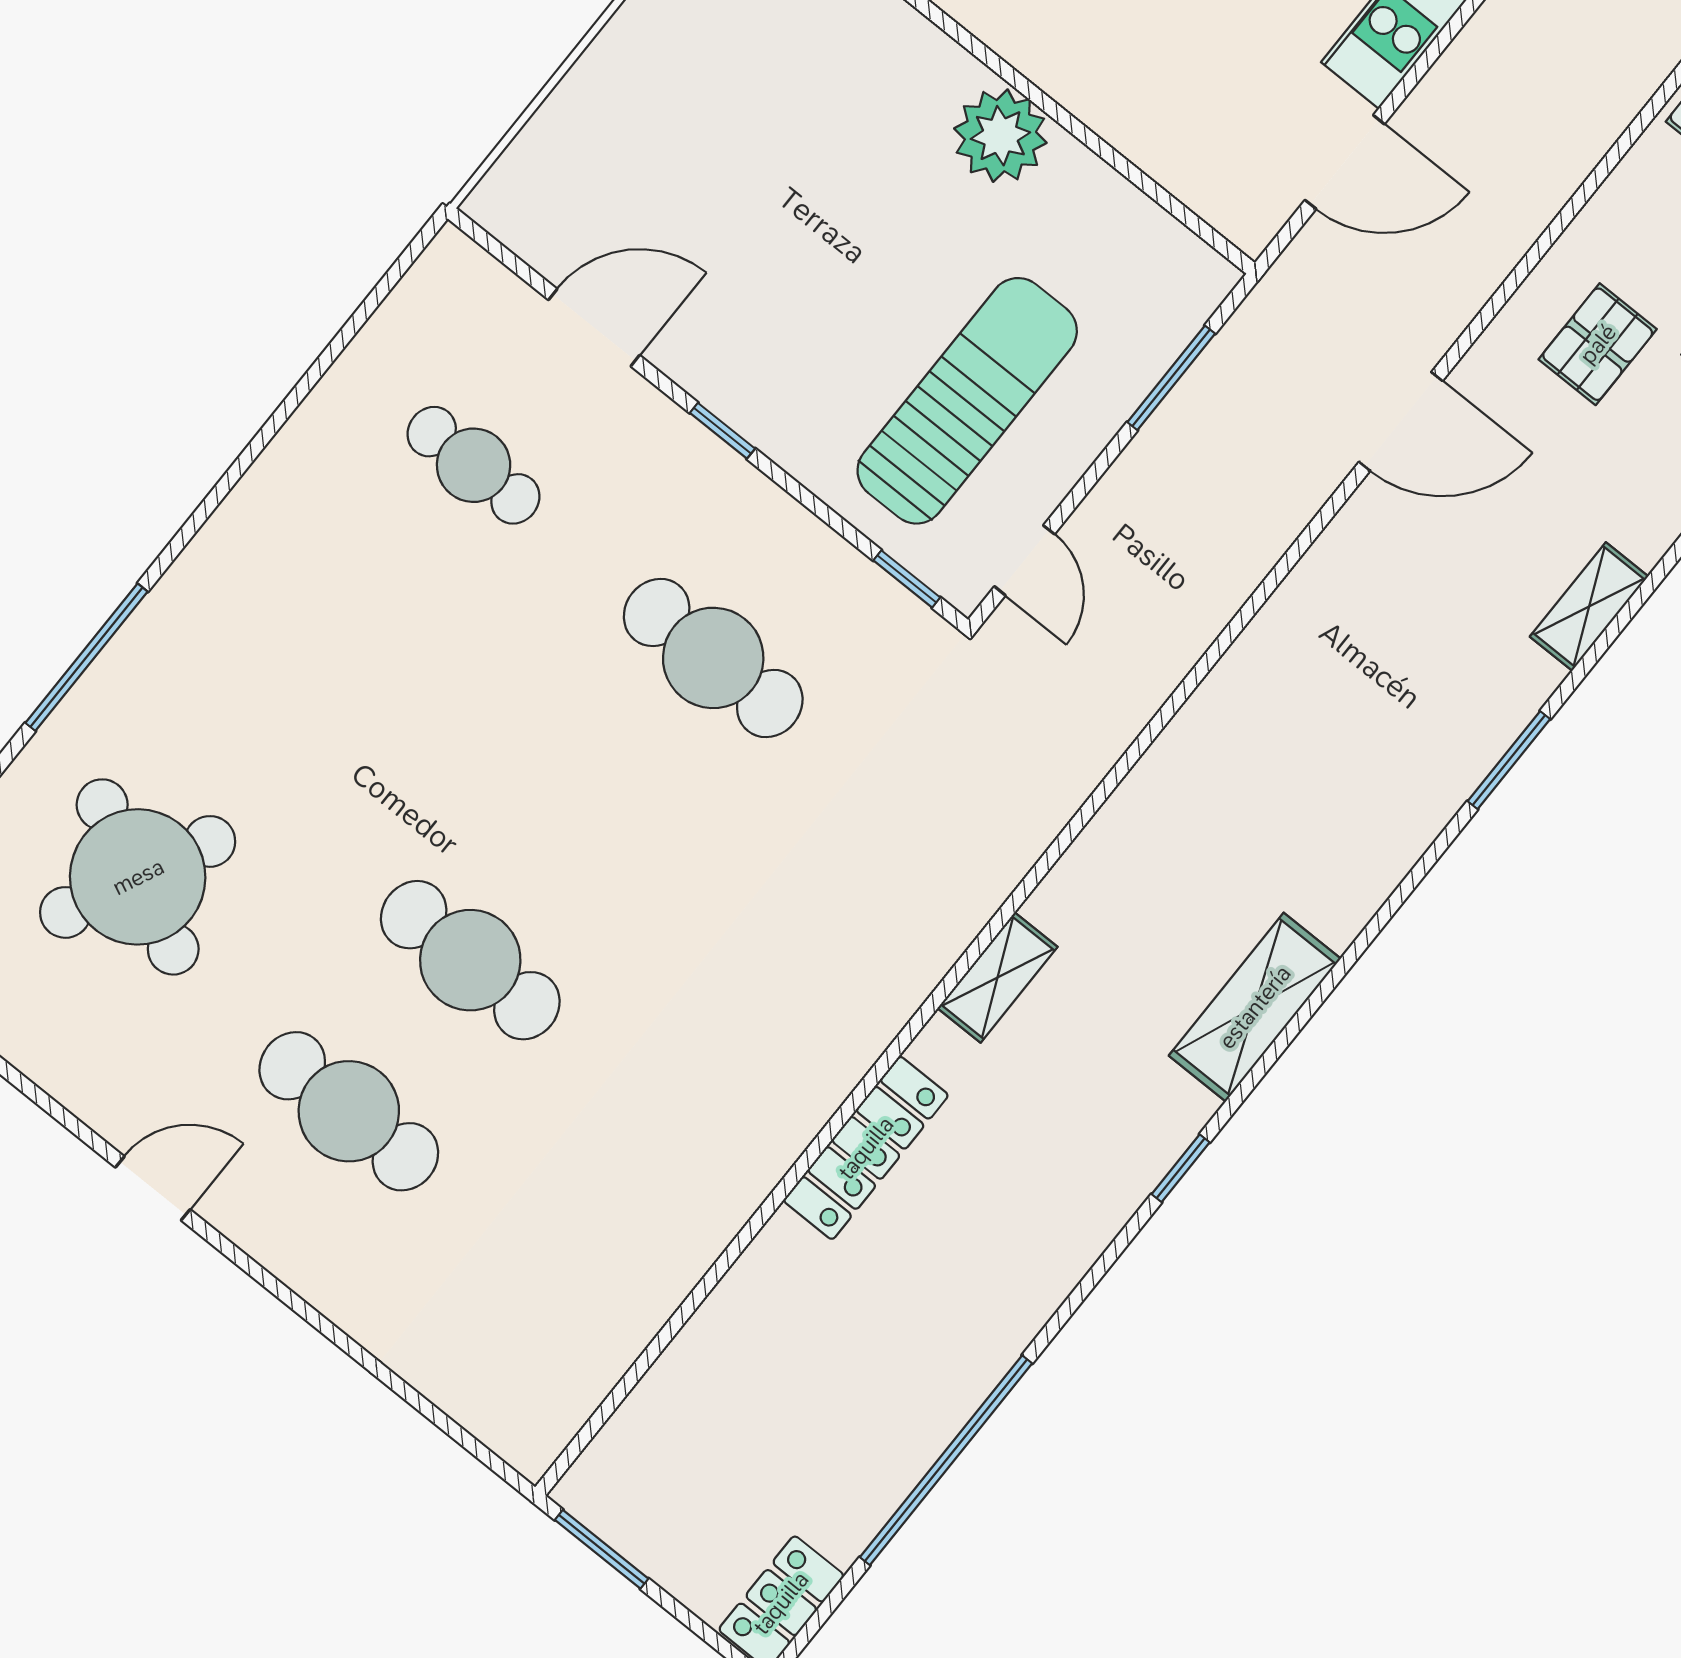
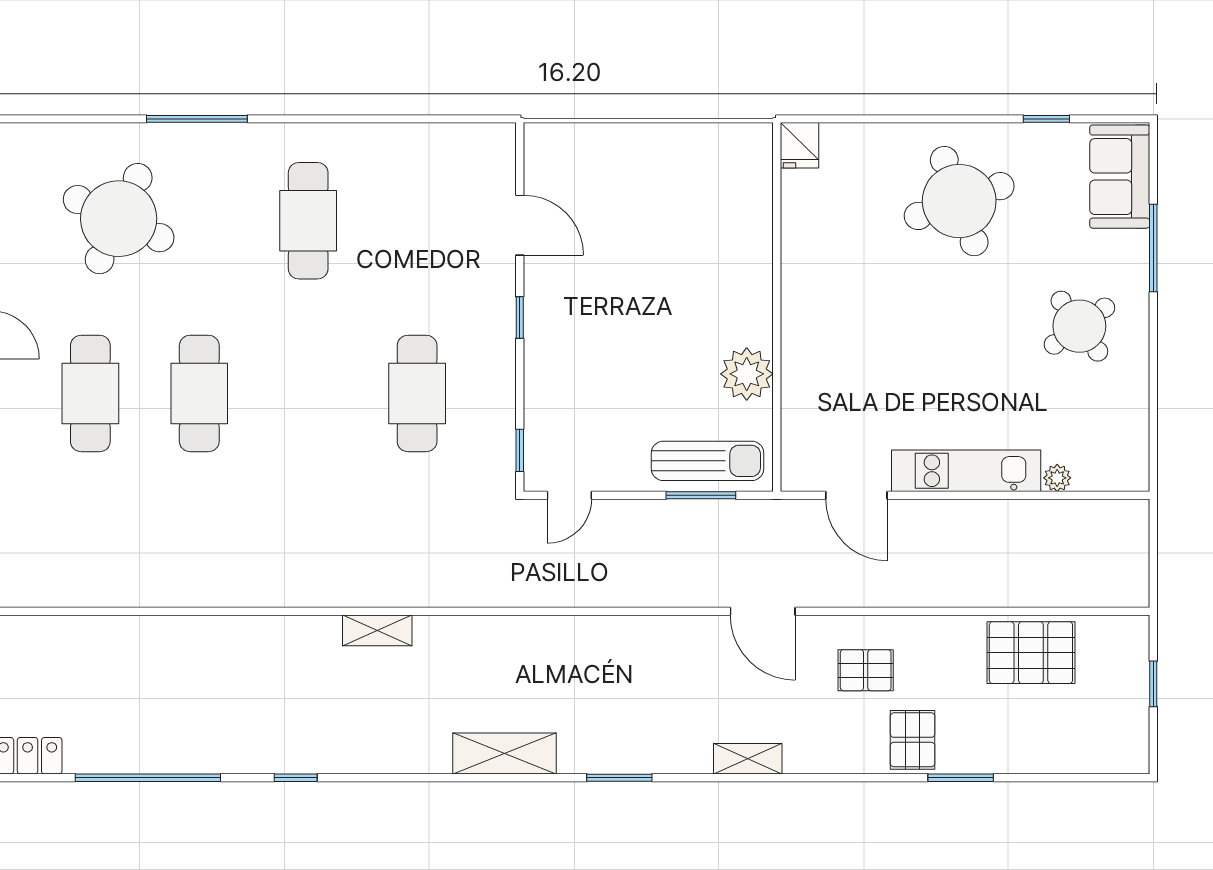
plant: (1000, 136) -> (747, 374), moved
sun lounger: (967, 401) -> (708, 461), moved, width x0.73, depth x0.75
cafe table: (474, 465) -> (308, 221), moved, width x1.37, depth x1.35
window: (1509, 760) -> (619, 778), moved
shelving: (1255, 1007) -> (504, 753), moved
locker: (866, 1148) -> (256, 633), removed
window: (1181, 1168) -> (296, 778), moved

